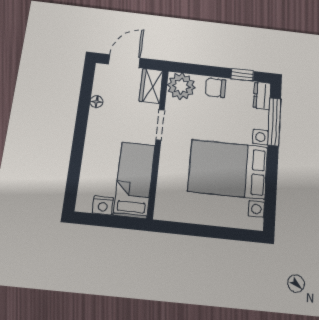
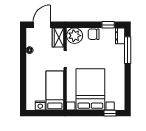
bed with nightstands: (228, 169) -> (90, 89), moved, turned 90
window: (235, 234) -> (110, 113), added

